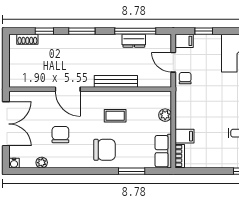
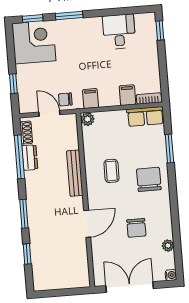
shoe rack: (27, 39) -> (26, 133), moved
filing cabinet: (184, 41) -> (91, 98), moved
door: (173, 62) -> (49, 113), swing flipped
plant: (165, 115) -> (88, 119), moved
chair: (60, 135) -> (136, 228), turned -90

